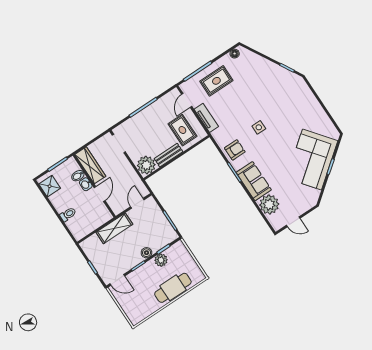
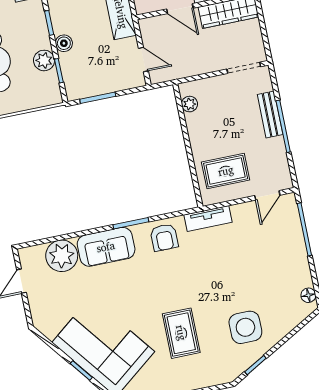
rug: (216, 81) -> (181, 333), moved
door: (187, 100) -> (267, 195), swing flipped
tv unit: (206, 118) -> (208, 218), moved
side table: (259, 127) -> (245, 327), moved, width x1.87, depth x1.87
bench: (168, 155) -> (270, 114), moved
plant: (146, 165) -> (190, 104), width x0.53, depth x0.53

